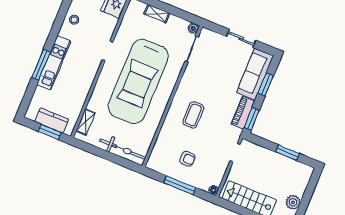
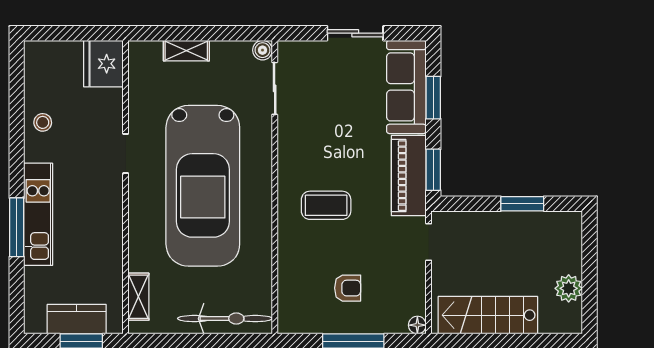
piano: (243, 113) -> (409, 176), width x1.37, depth x1.33
coffee table: (193, 115) -> (326, 205), turned 90

